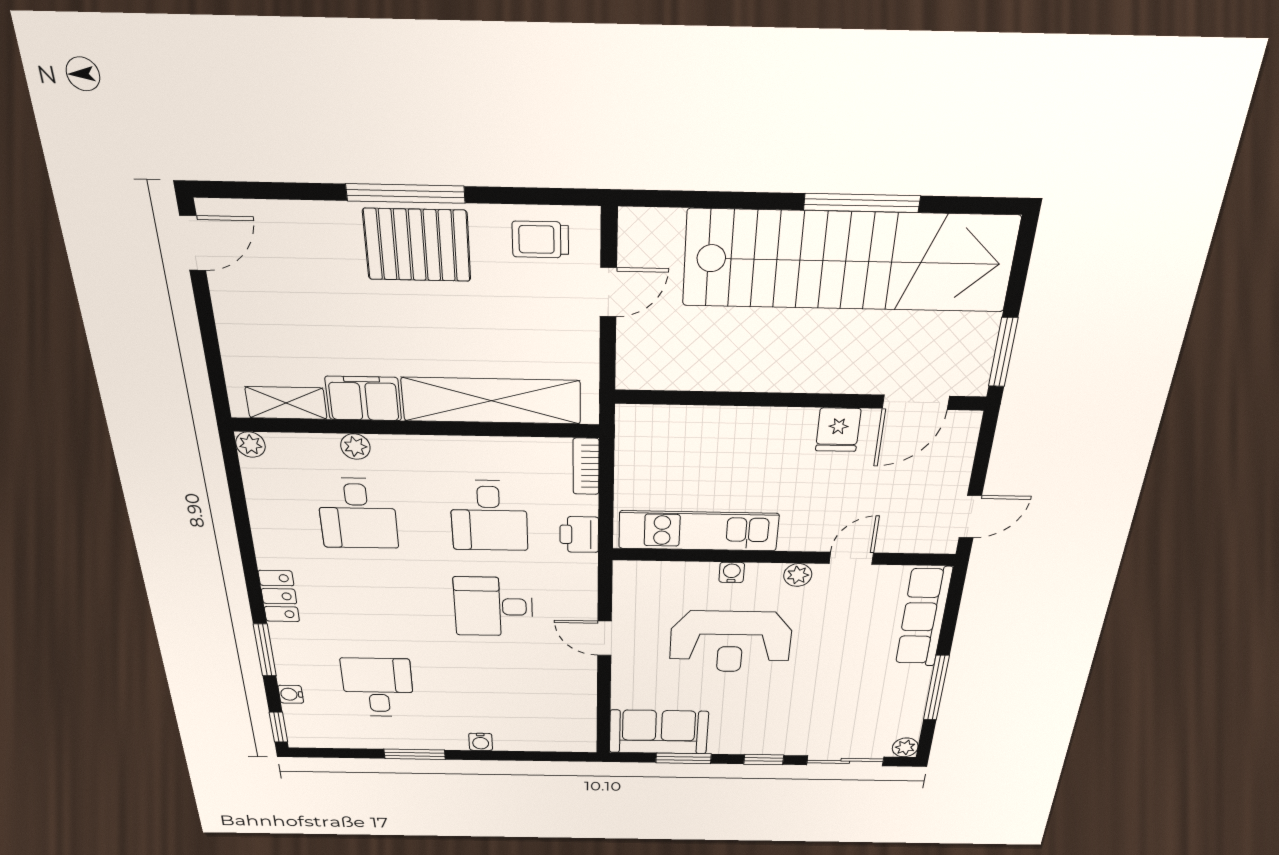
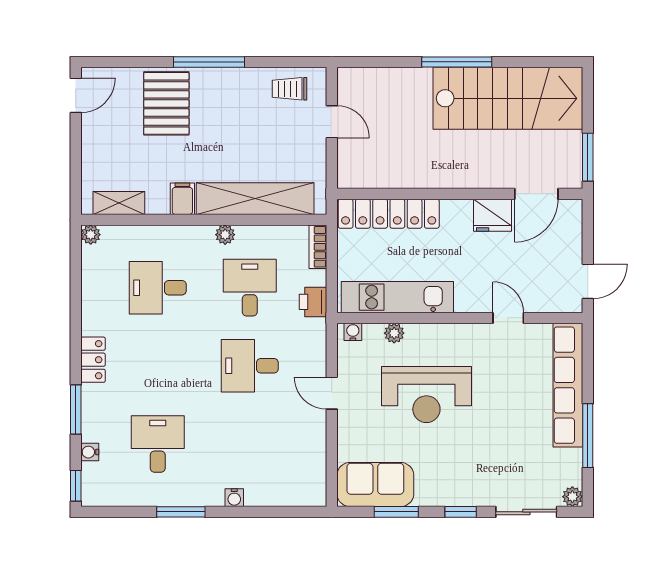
window: (862, 203) -> (457, 62), moved
pallet: (417, 245) -> (166, 103), moved, turned 90
stairs: (849, 261) -> (508, 98), width x0.73
door: (608, 292) -> (332, 122), hinge flipped
filing cabinet: (363, 398) -> (182, 199), width x0.50
locker: (692, 425) -> (389, 214), added
fridge: (838, 430) -> (492, 215), width x1.38
plant: (355, 447) -> (225, 235), moved
desk: (358, 513) -> (158, 288), turned 90
desk: (489, 516) -> (250, 288), turned 180
door: (851, 558) -> (508, 318), hinge flipped
water cooler: (732, 572) -> (353, 332), moved
plant: (798, 575) -> (394, 333), moved
row of seats: (924, 617) -> (568, 385), width x1.36

